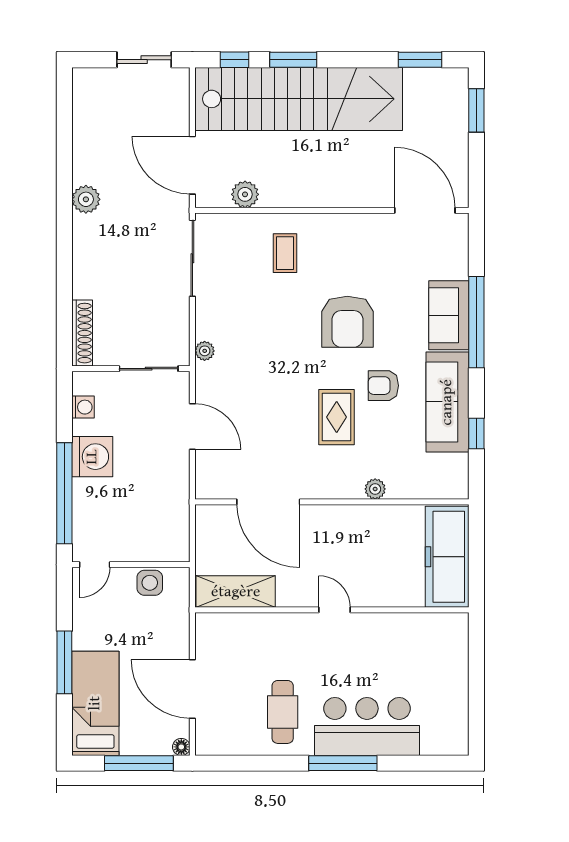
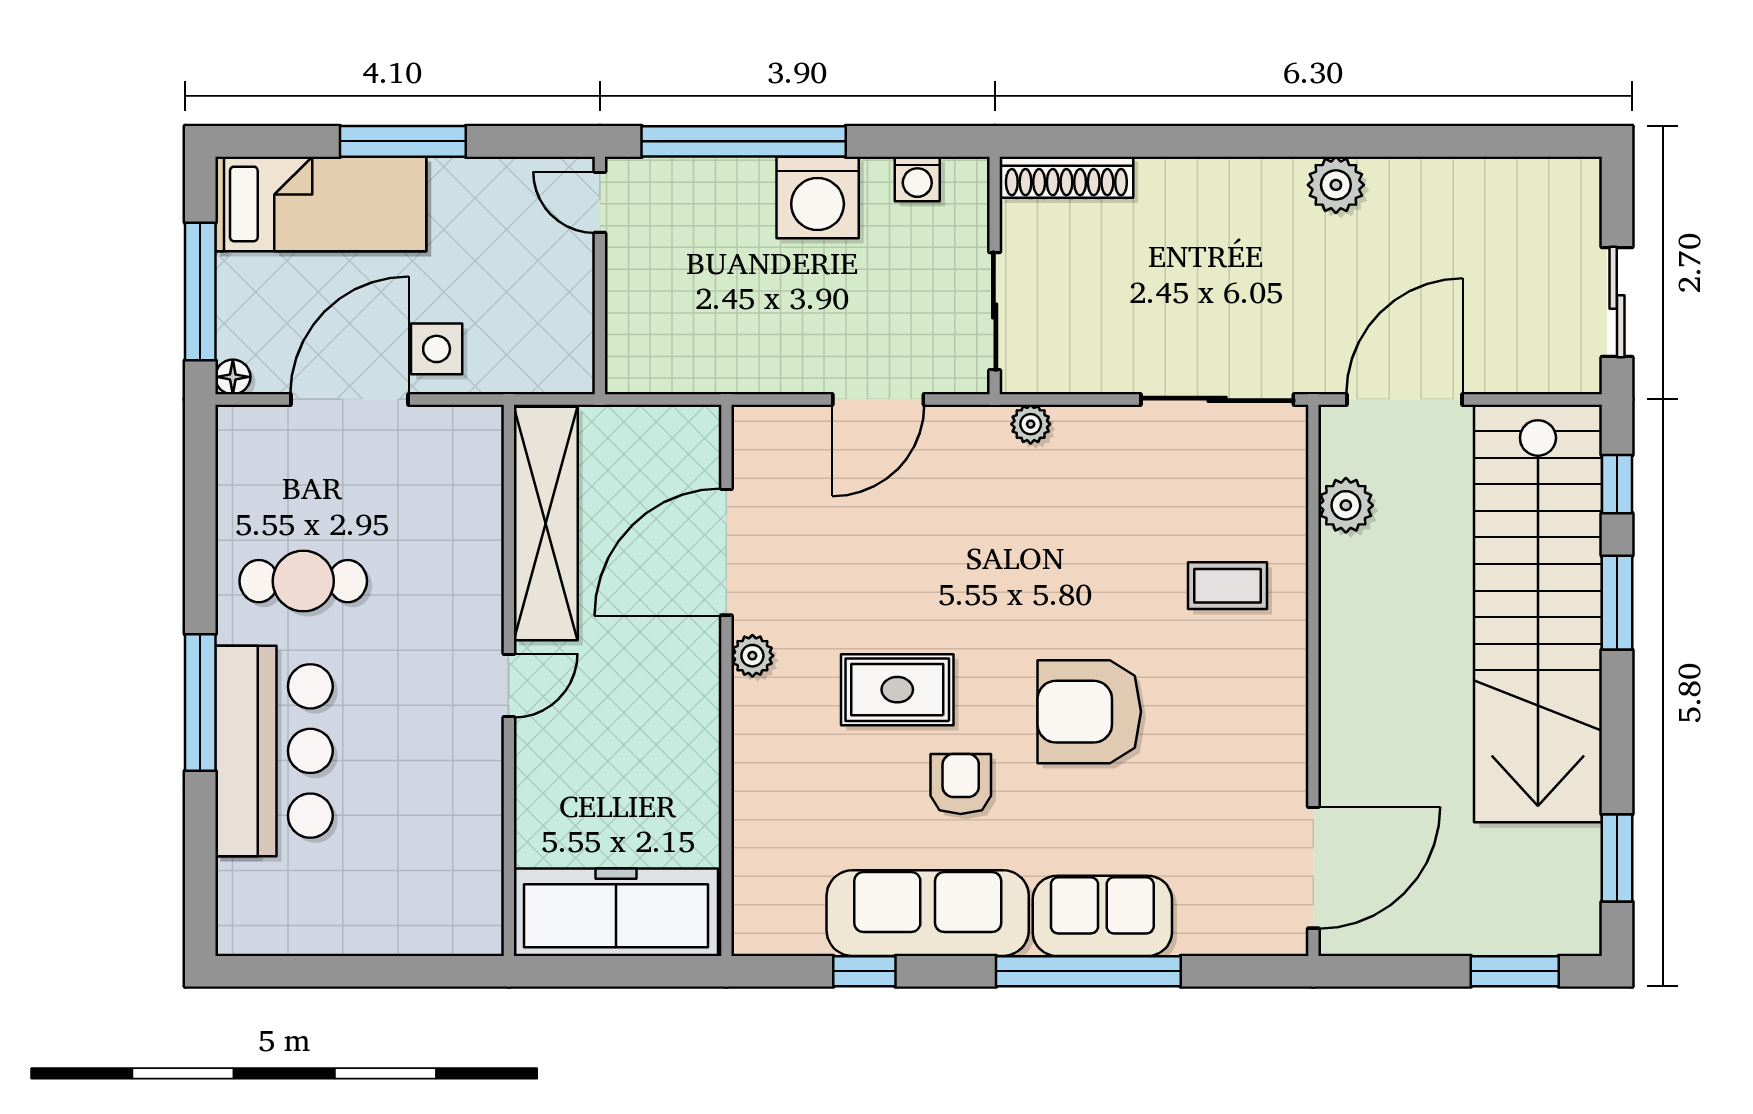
plant: (375, 489) -> (752, 656), moved
side table: (150, 583) -> (437, 349), moved
shelving: (236, 592) -> (546, 524), width x1.47

